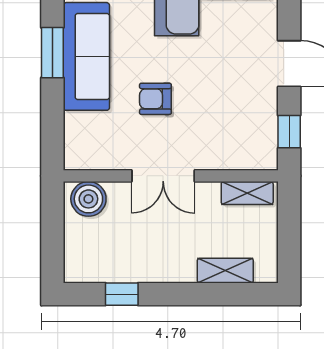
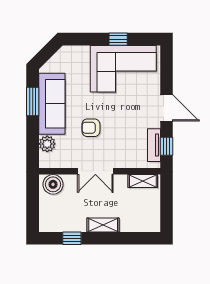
plant: (78, 127) -> (47, 144), added
tv unit: (267, 129) -> (154, 145), added
shelving: (225, 271) -> (103, 225), moved

